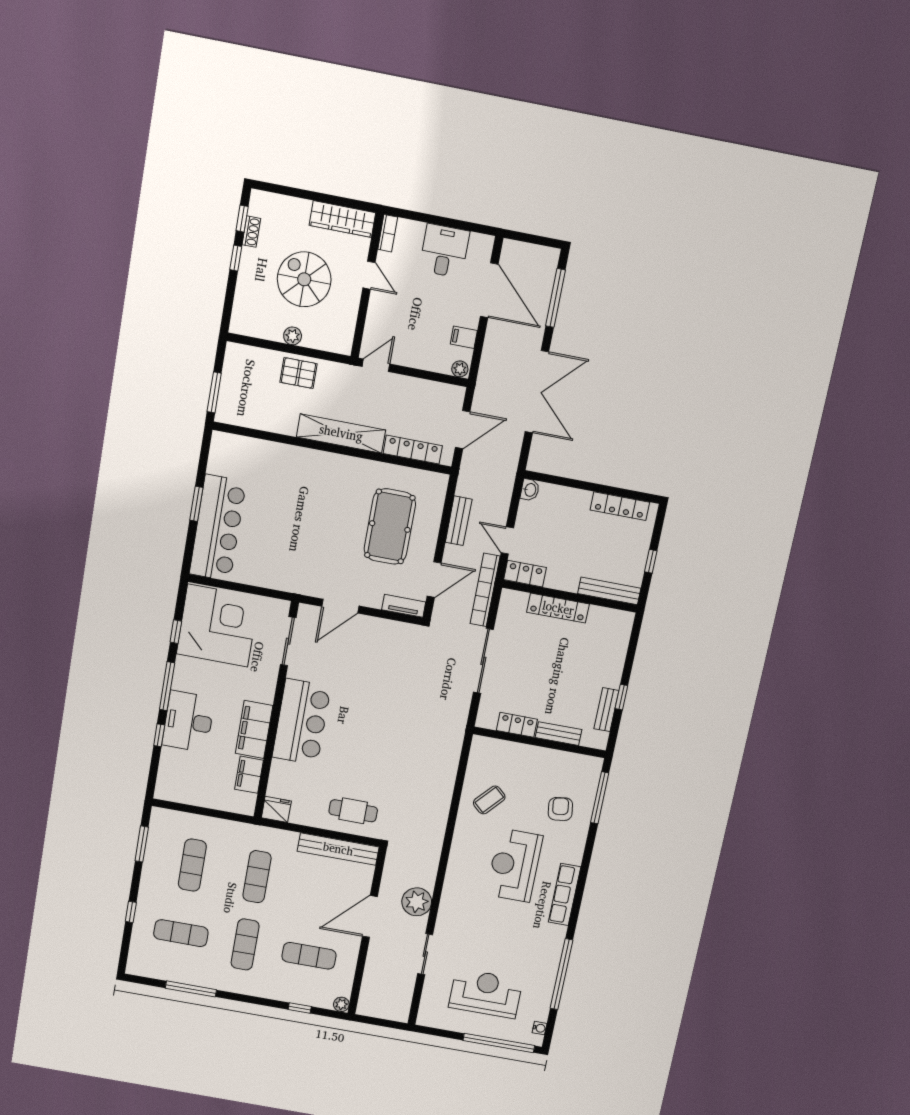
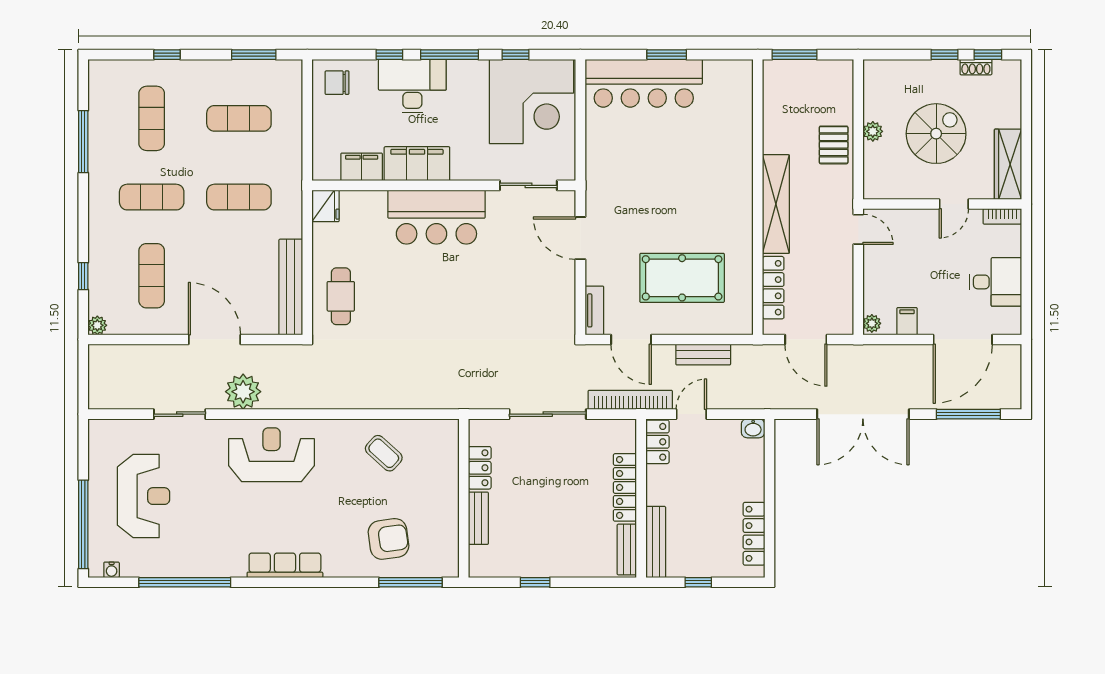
bench: (606, 710) -> (627, 549), moved, turned 90
chair: (176, 782) -> (337, 83), added
armchair: (560, 809) -> (389, 539), width x1.38, depth x1.38
reception desk: (514, 865) -> (272, 455), moved

